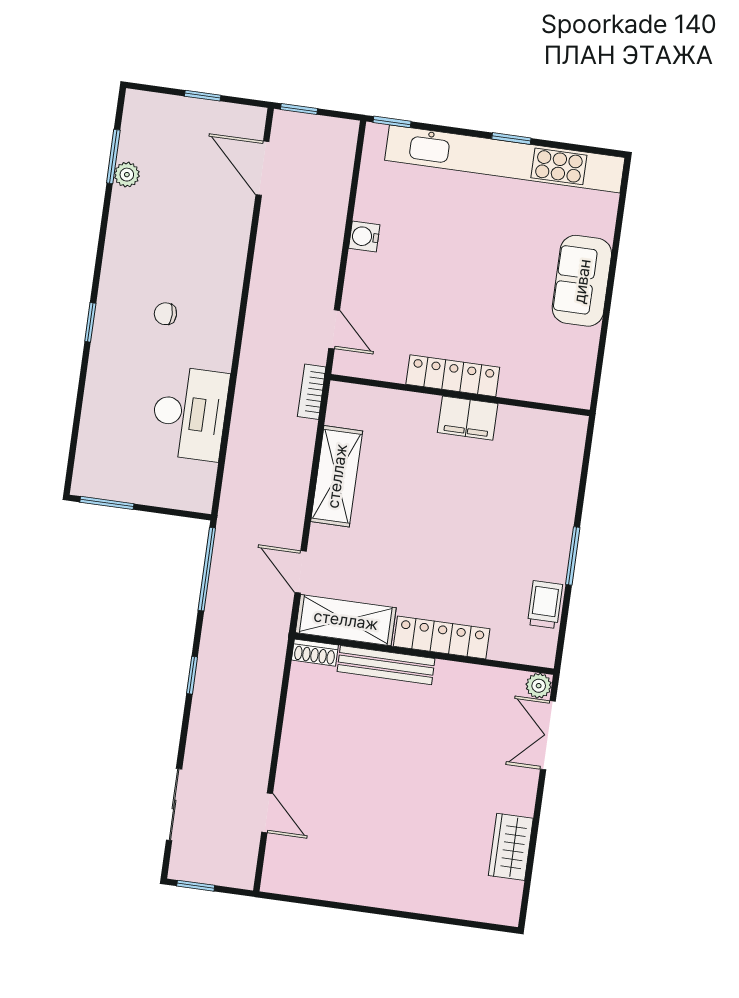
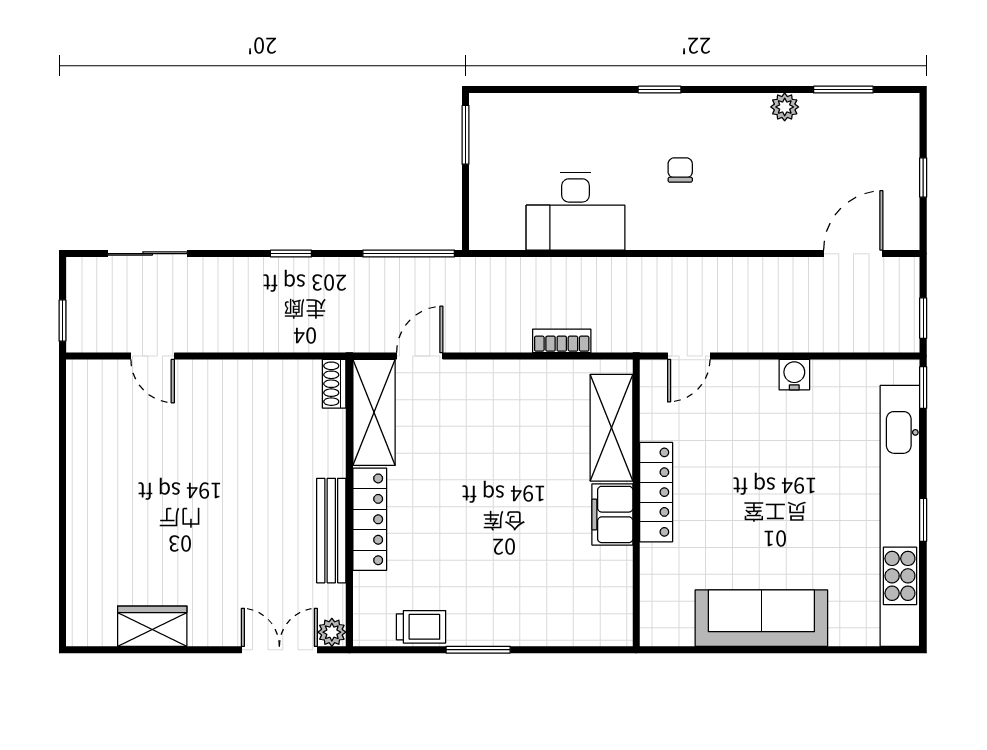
window: (299, 109) -> (923, 318), moved
plant: (127, 175) -> (785, 107), moved
sofa: (582, 281) -> (761, 618), width x1.36
bookcase: (312, 392) -> (562, 341), moved
shelving: (337, 476) -> (611, 428), moved, turned 90
bench: (386, 665) -> (331, 531), moved
door: (267, 813) -> (153, 356), hinge flipped
window: (196, 886) -> (62, 321), moved

